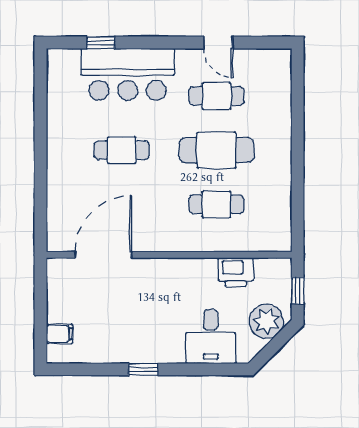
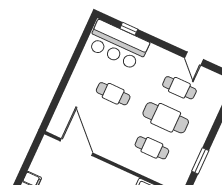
bar counter: (128, 74) -> (118, 45), moved
window: (298, 191) -> (200, 161), added
door: (103, 255) -> (76, 147), hinge flipped

